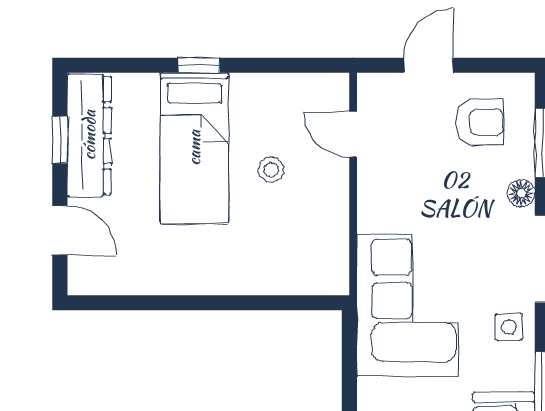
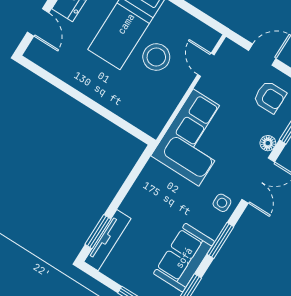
stool: (271, 170) -> (156, 57), width x1.89, depth x1.89
corner sofa: (407, 305) -> (196, 137), moved

